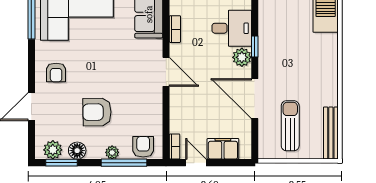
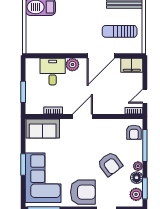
window: (255, 47) -> (65, 56), removed
armchair: (56, 72) -> (83, 192), width x1.88, depth x1.88
armchair: (97, 112) -> (110, 164), turned -36
armchair: (143, 147) -> (134, 132), turned -90
filing cabinet: (223, 149) -> (132, 65), moved, turned -90
plant: (112, 152) -> (138, 166), moved

